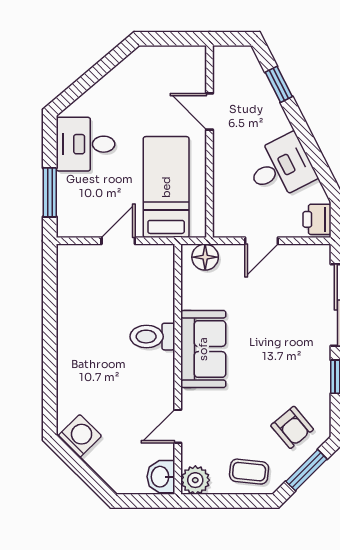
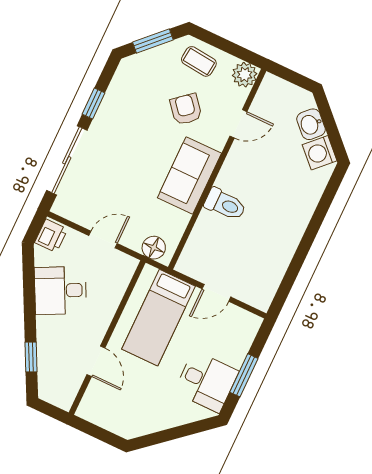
window: (50, 192) -> (244, 375), moved
armchair: (292, 427) -> (186, 109), moved
washbasin: (161, 477) -> (311, 124), moved, turned 135

